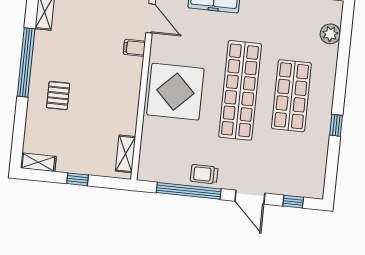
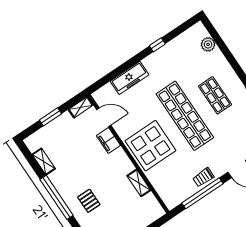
filing cabinet: (134, 48) -> (108, 140), width x2.00
shop shelf: (291, 96) -> (215, 95), width x0.70, depth x0.74
shelving: (126, 154) -> (139, 183), moved

